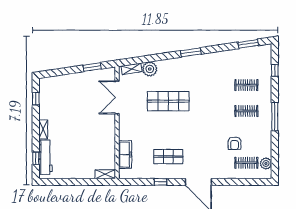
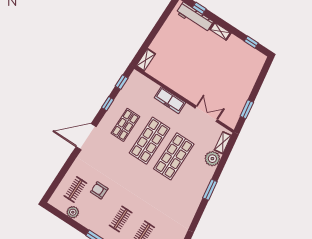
window: (191, 52) -> (210, 190), moved
double door: (117, 97) -> (206, 114), width x0.73
shop shelf: (168, 129) -> (150, 141), added
freezer: (125, 155) -> (170, 100), moved
plant: (266, 163) -> (73, 212), moved
window: (136, 182) -> (122, 82), added

